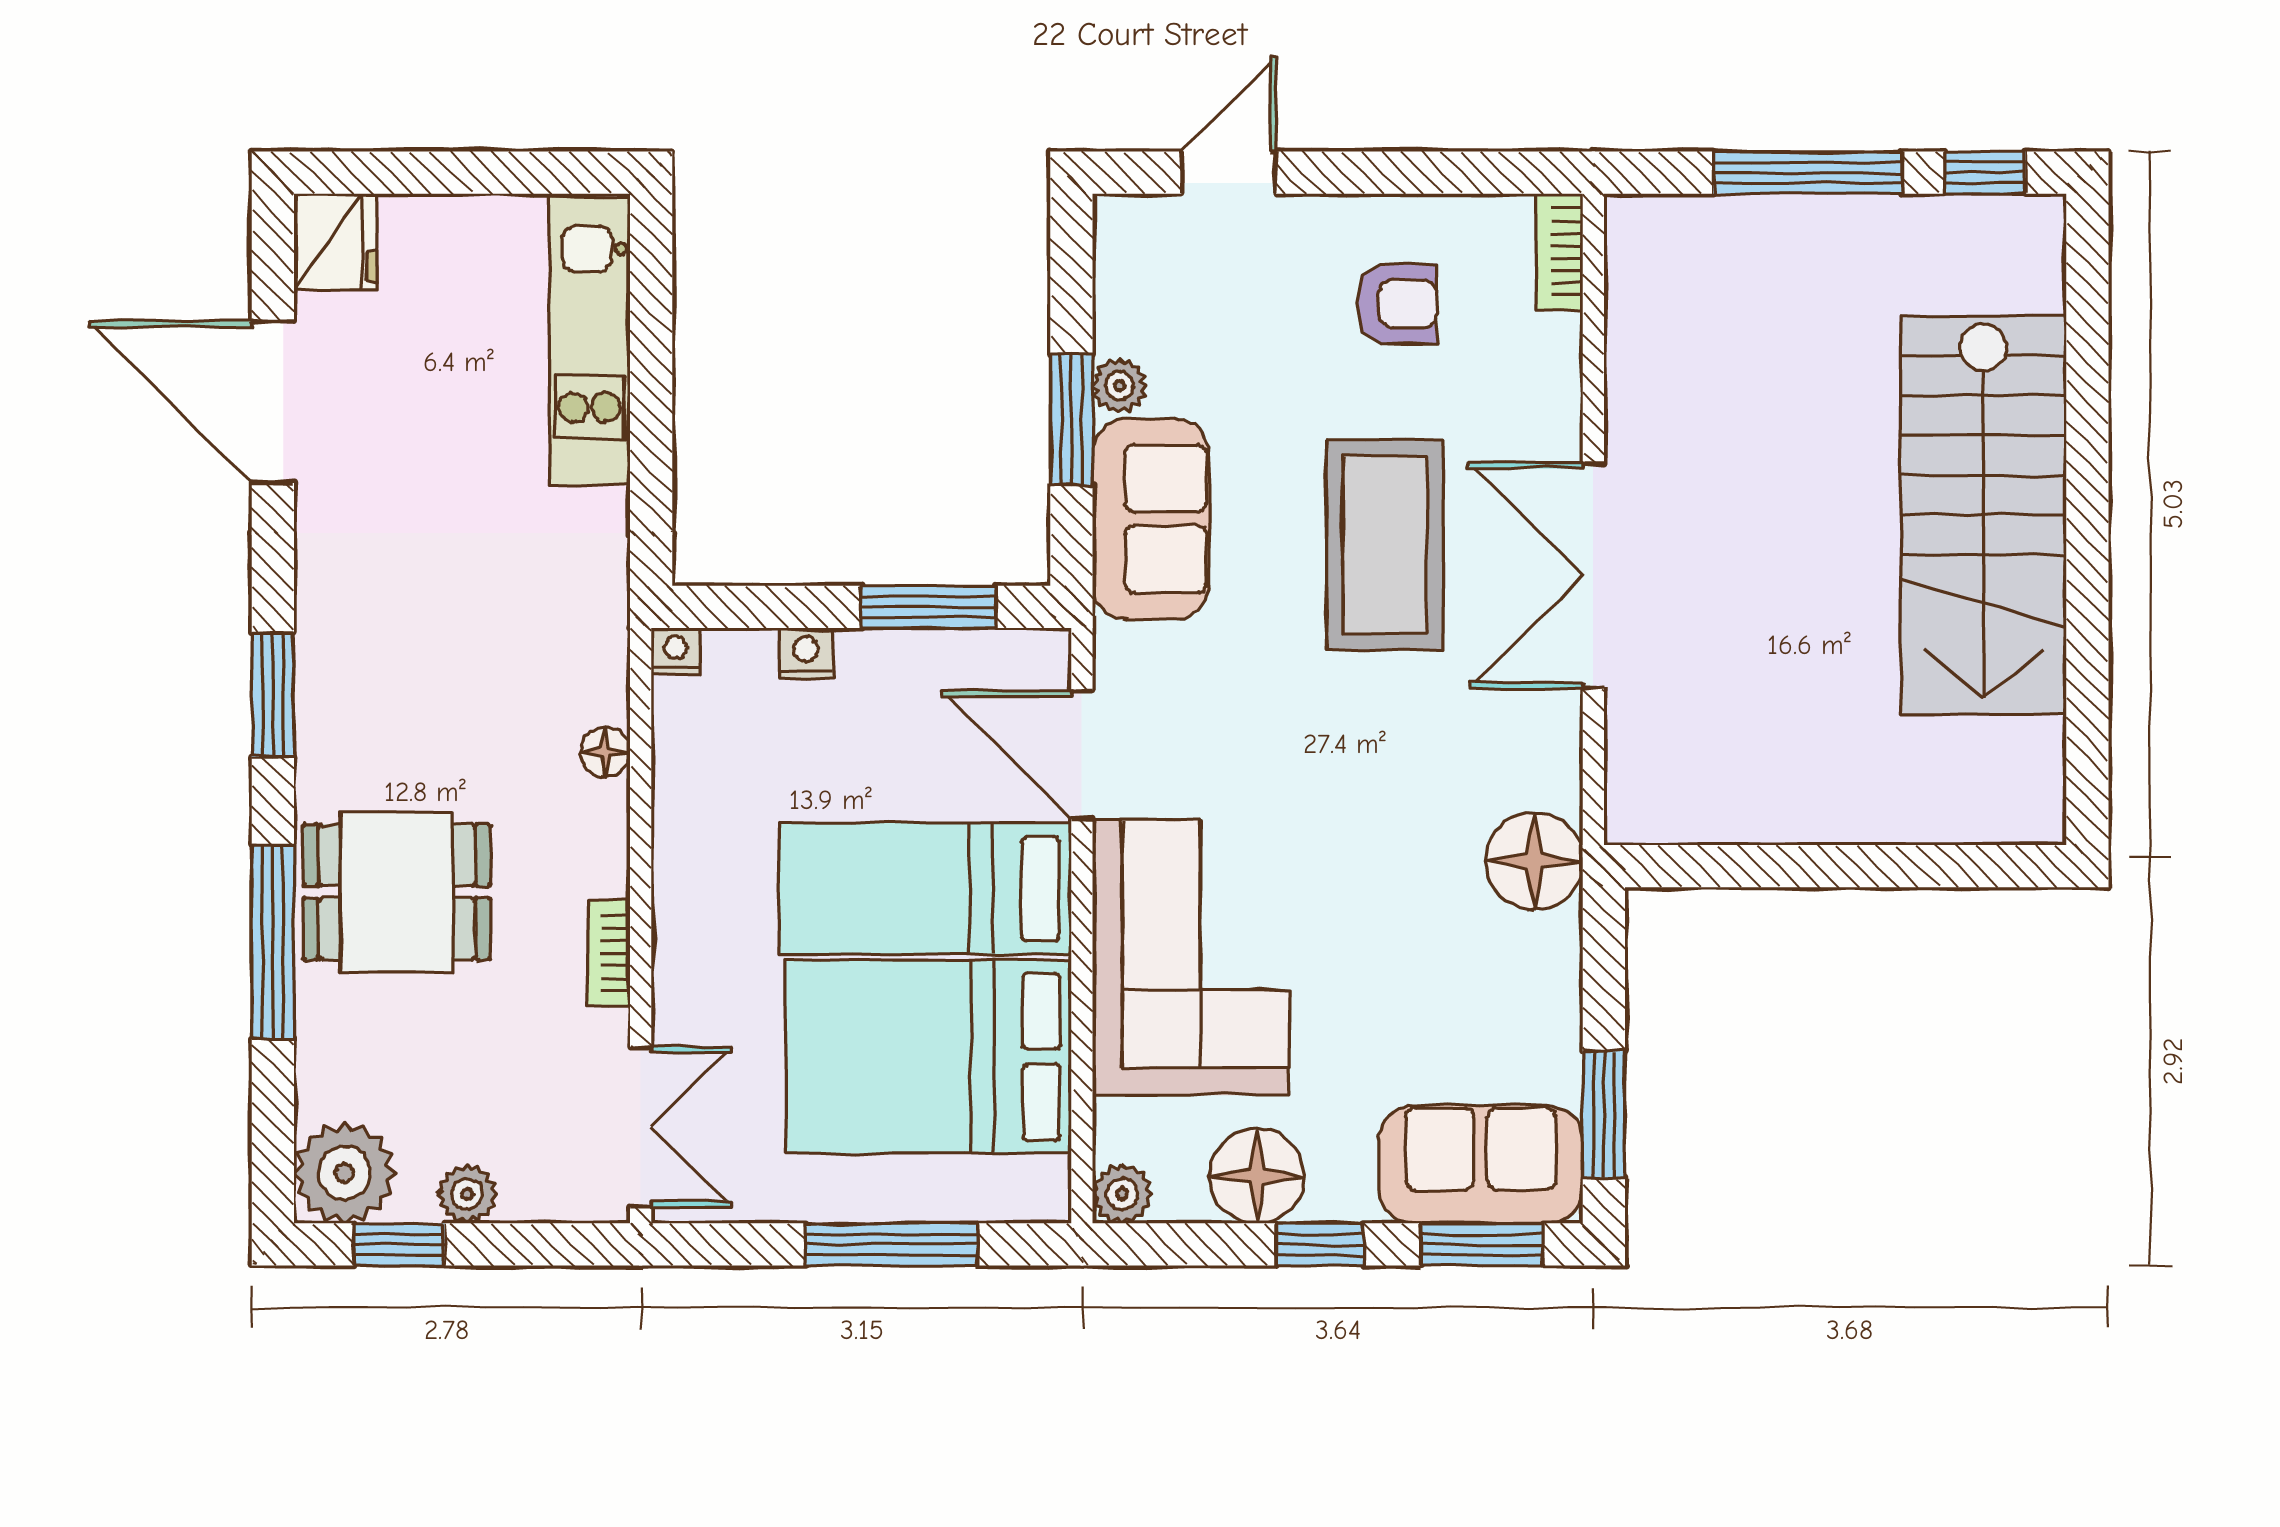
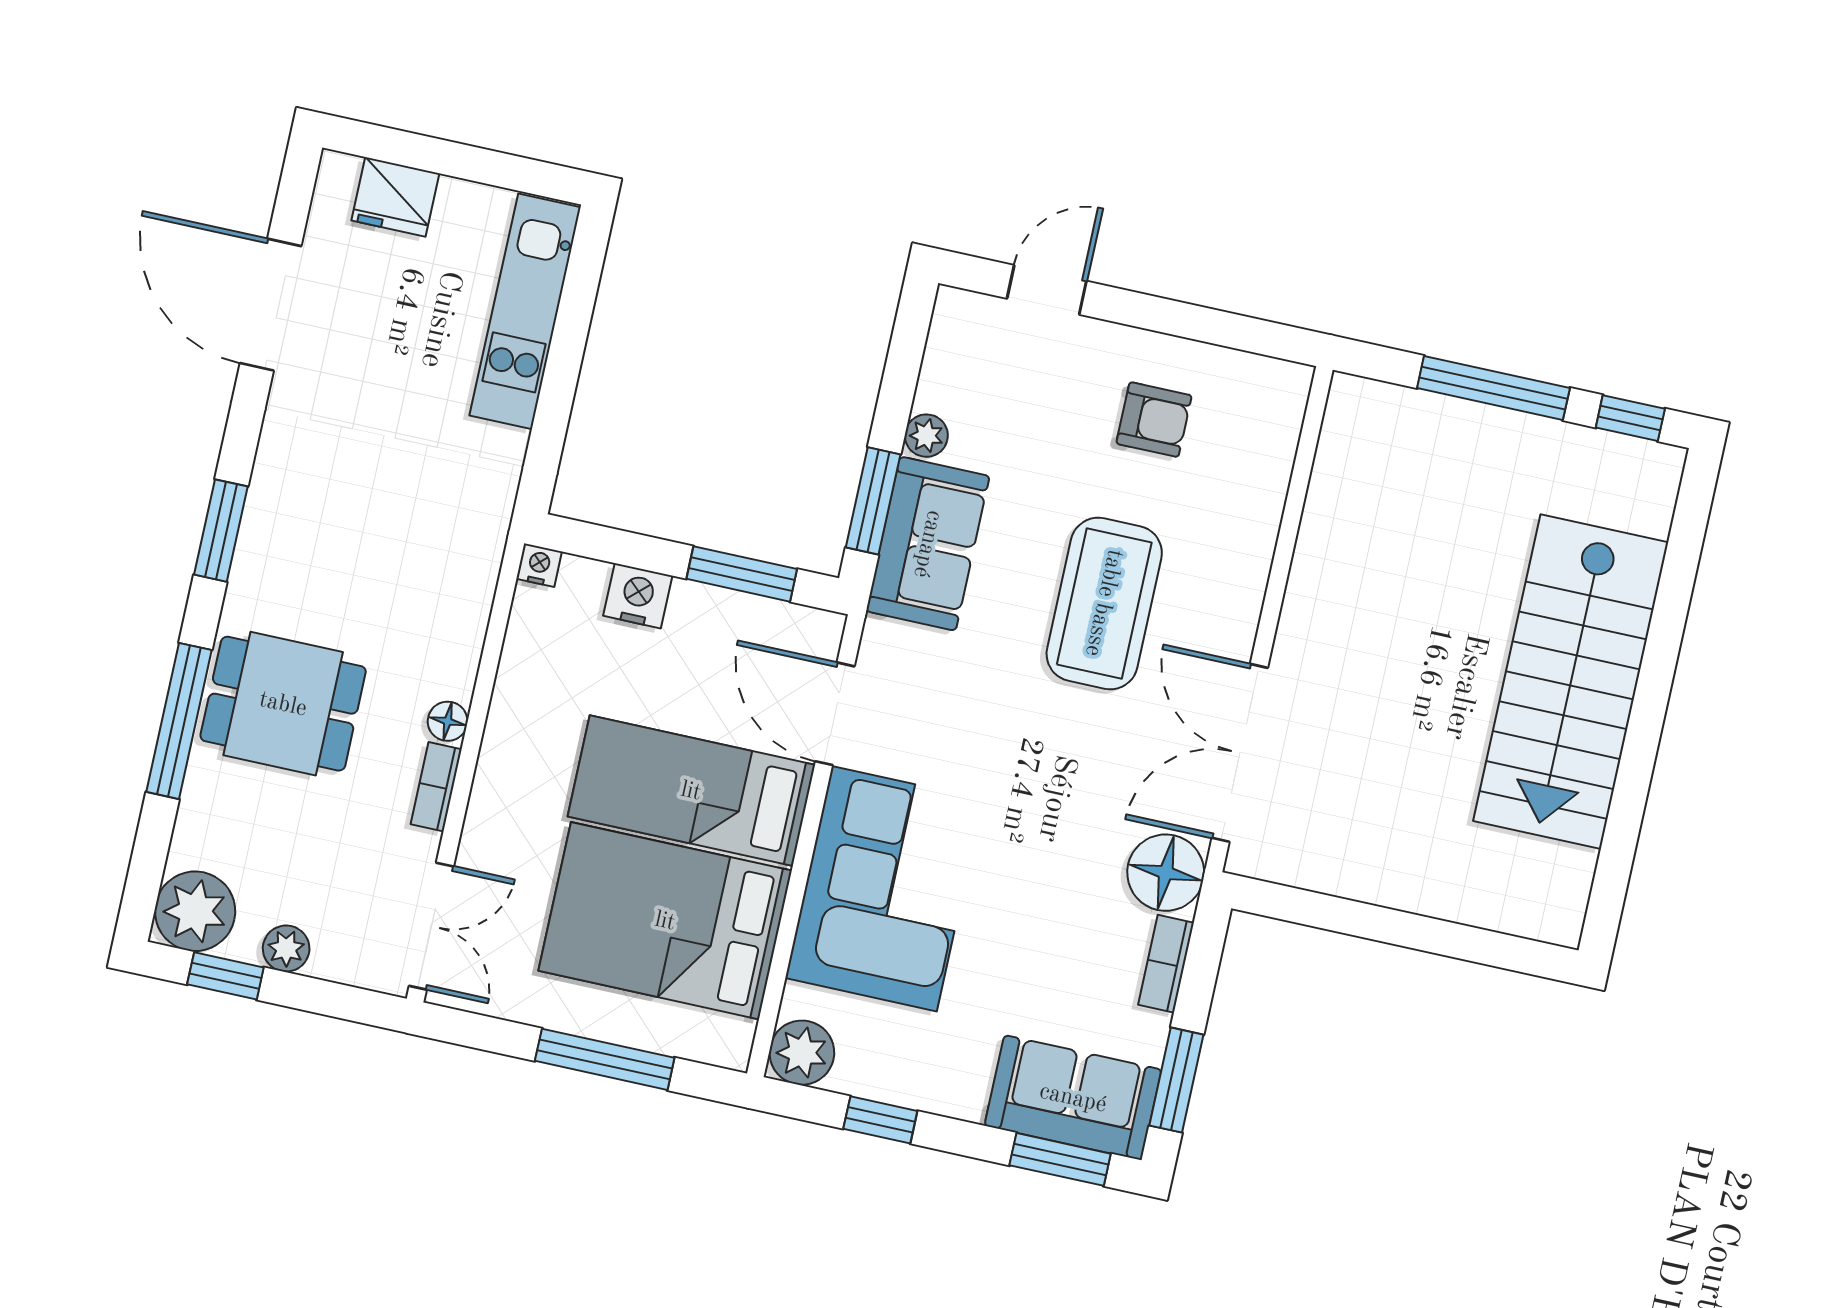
fridge: (335, 242) -> (395, 197), moved, turned 90
bookcase: (1559, 252) -> (1166, 964), moved
window: (1071, 420) -> (873, 501), moved
double door: (1593, 575) -> (1240, 753), moved
nightstand: (806, 653) -> (638, 596), width x1.39, depth x1.35
floor lamp: (605, 752) -> (448, 721), moved
floor lamp: (1257, 1176) -> (898, 1068), removed
plant: (1122, 1194) -> (802, 1053), width x1.38, depth x1.38
window: (1319, 1244) -> (880, 1120), moved

